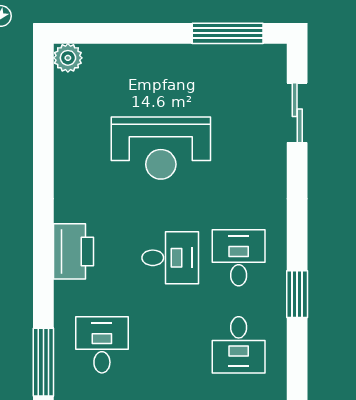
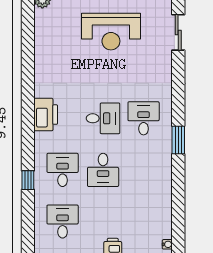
reception desk: (161, 148) -> (111, 32), moved
desk: (239, 345) -> (103, 170), moved
window: (43, 362) -> (28, 180), width x0.46

